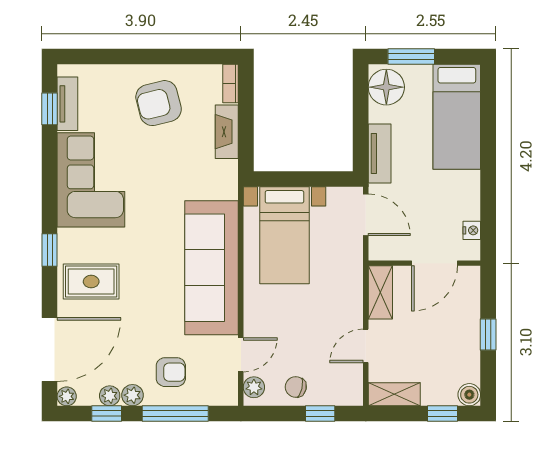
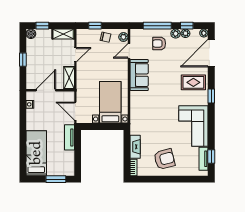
floor lamp: (386, 87) -> (67, 166), removed
sofa: (212, 268) -> (139, 75), width x0.54, depth x0.79

